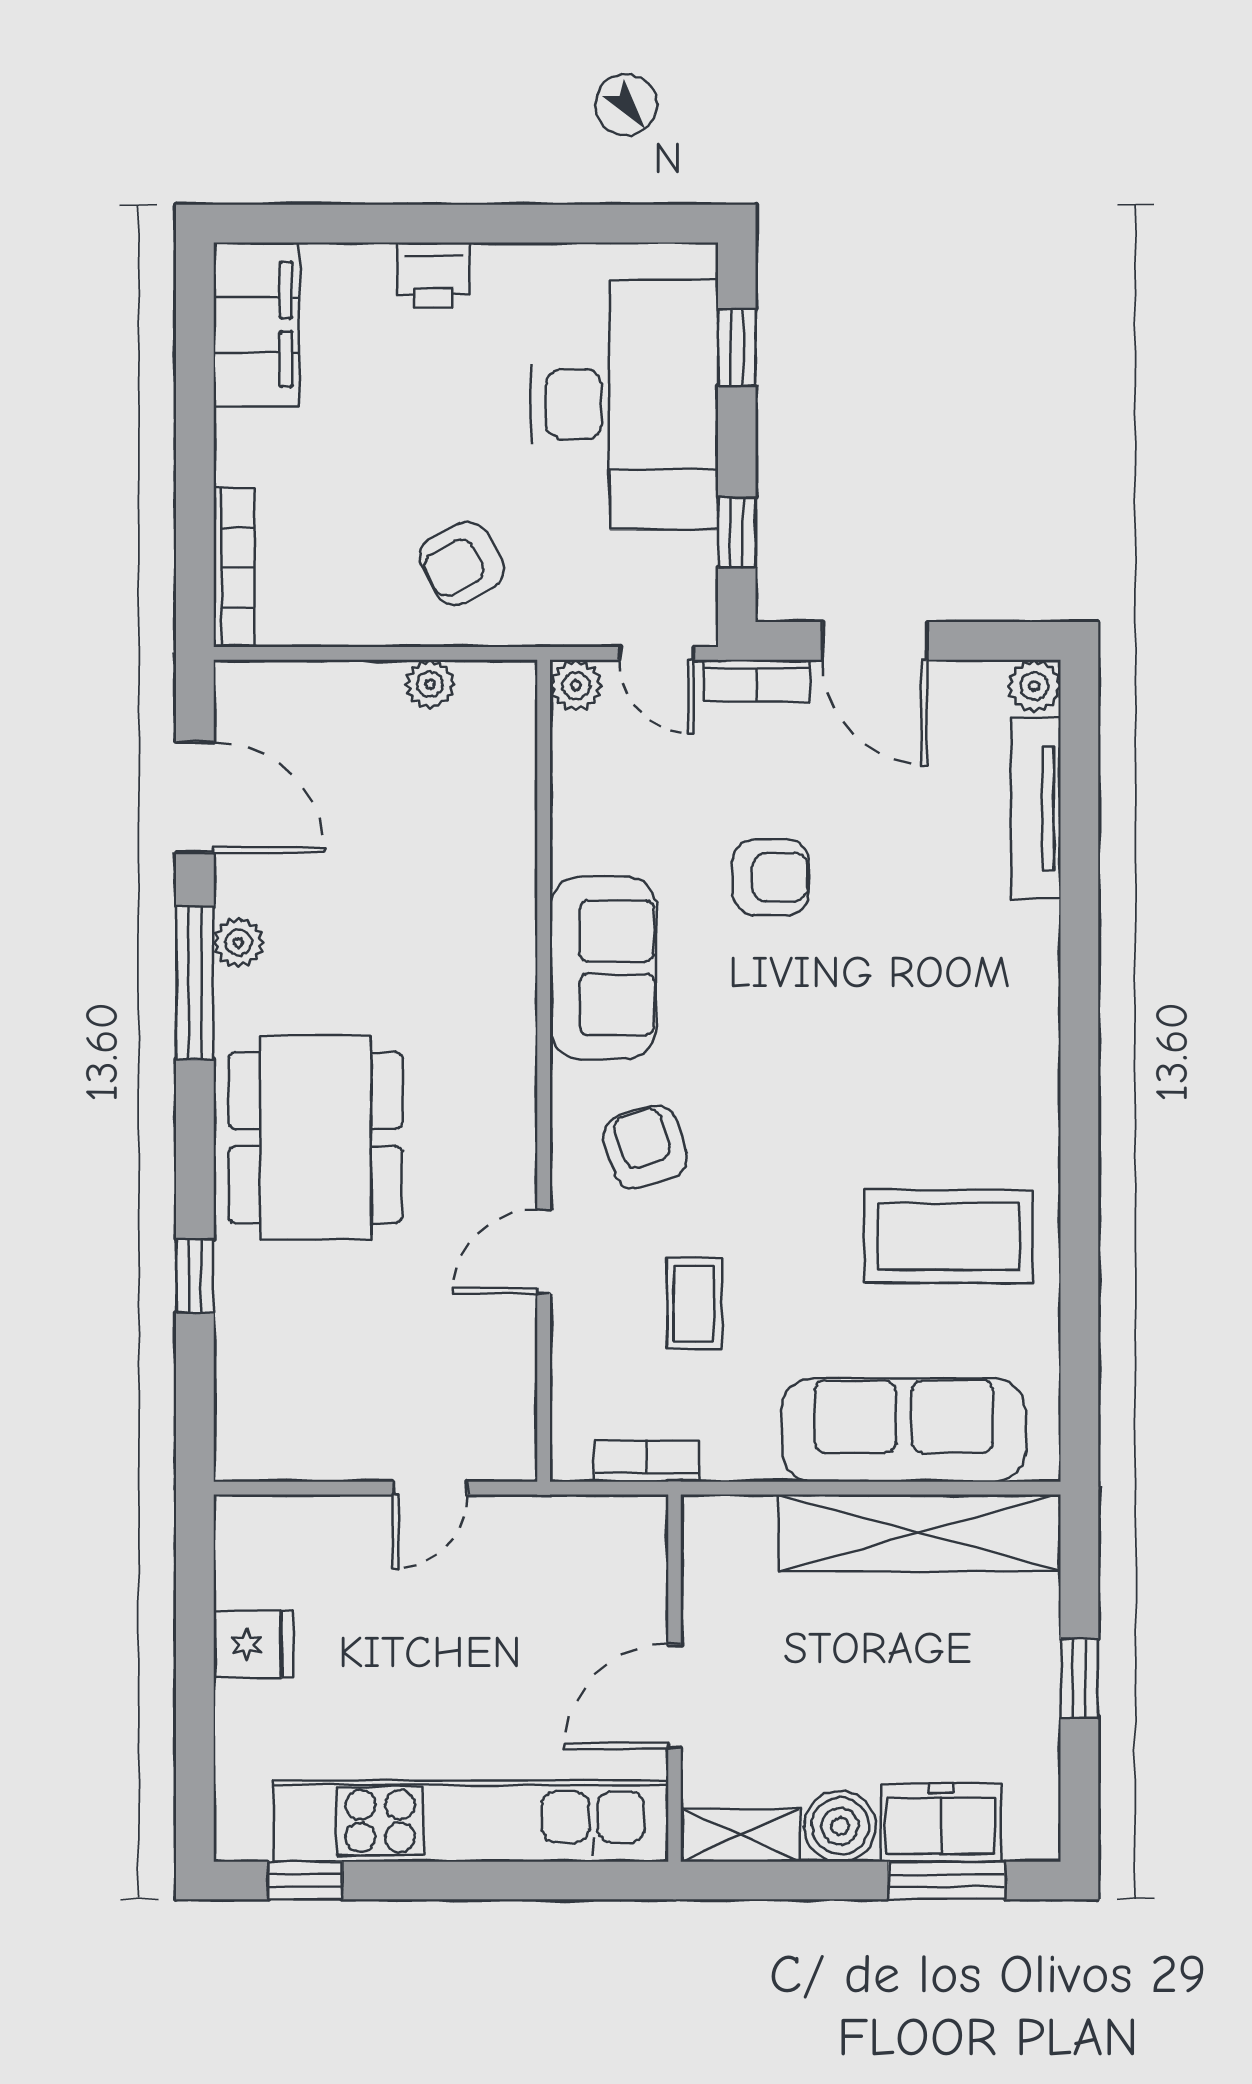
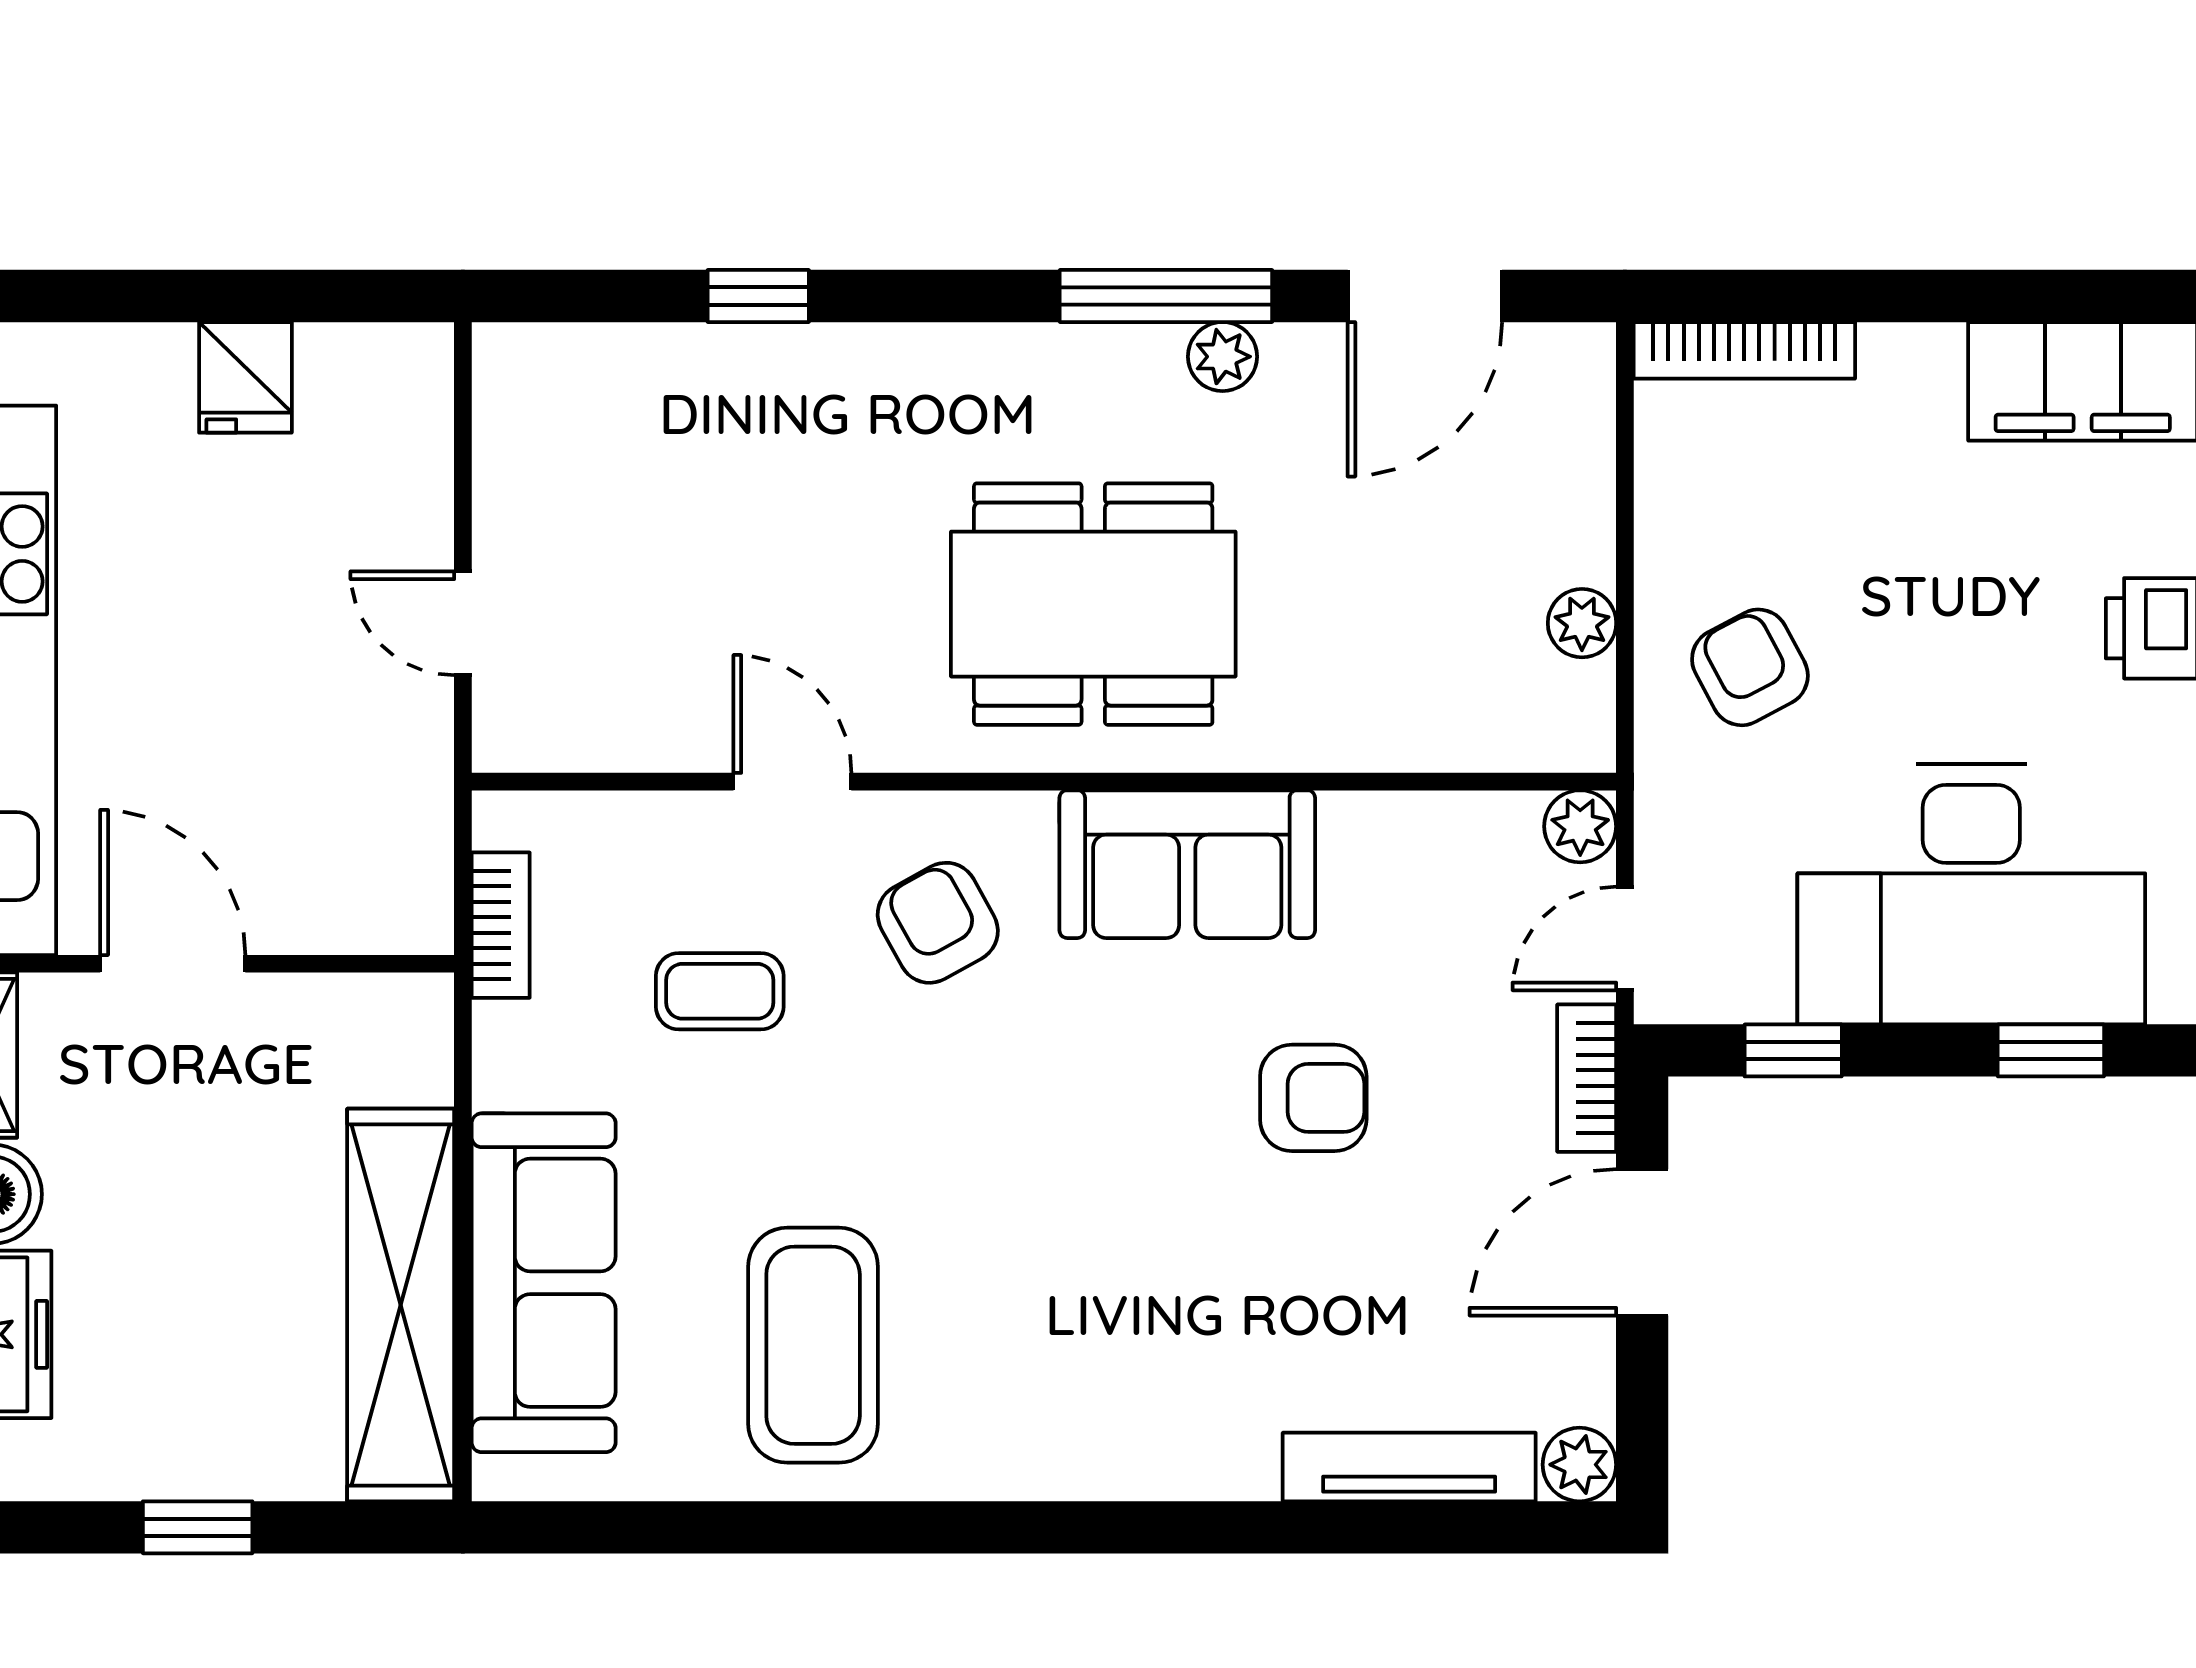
armchair: (771, 877) -> (1313, 1098), turned -90
dining table: (315, 1138) -> (1093, 604), moved
armchair: (645, 1147) -> (938, 923), turned -101

